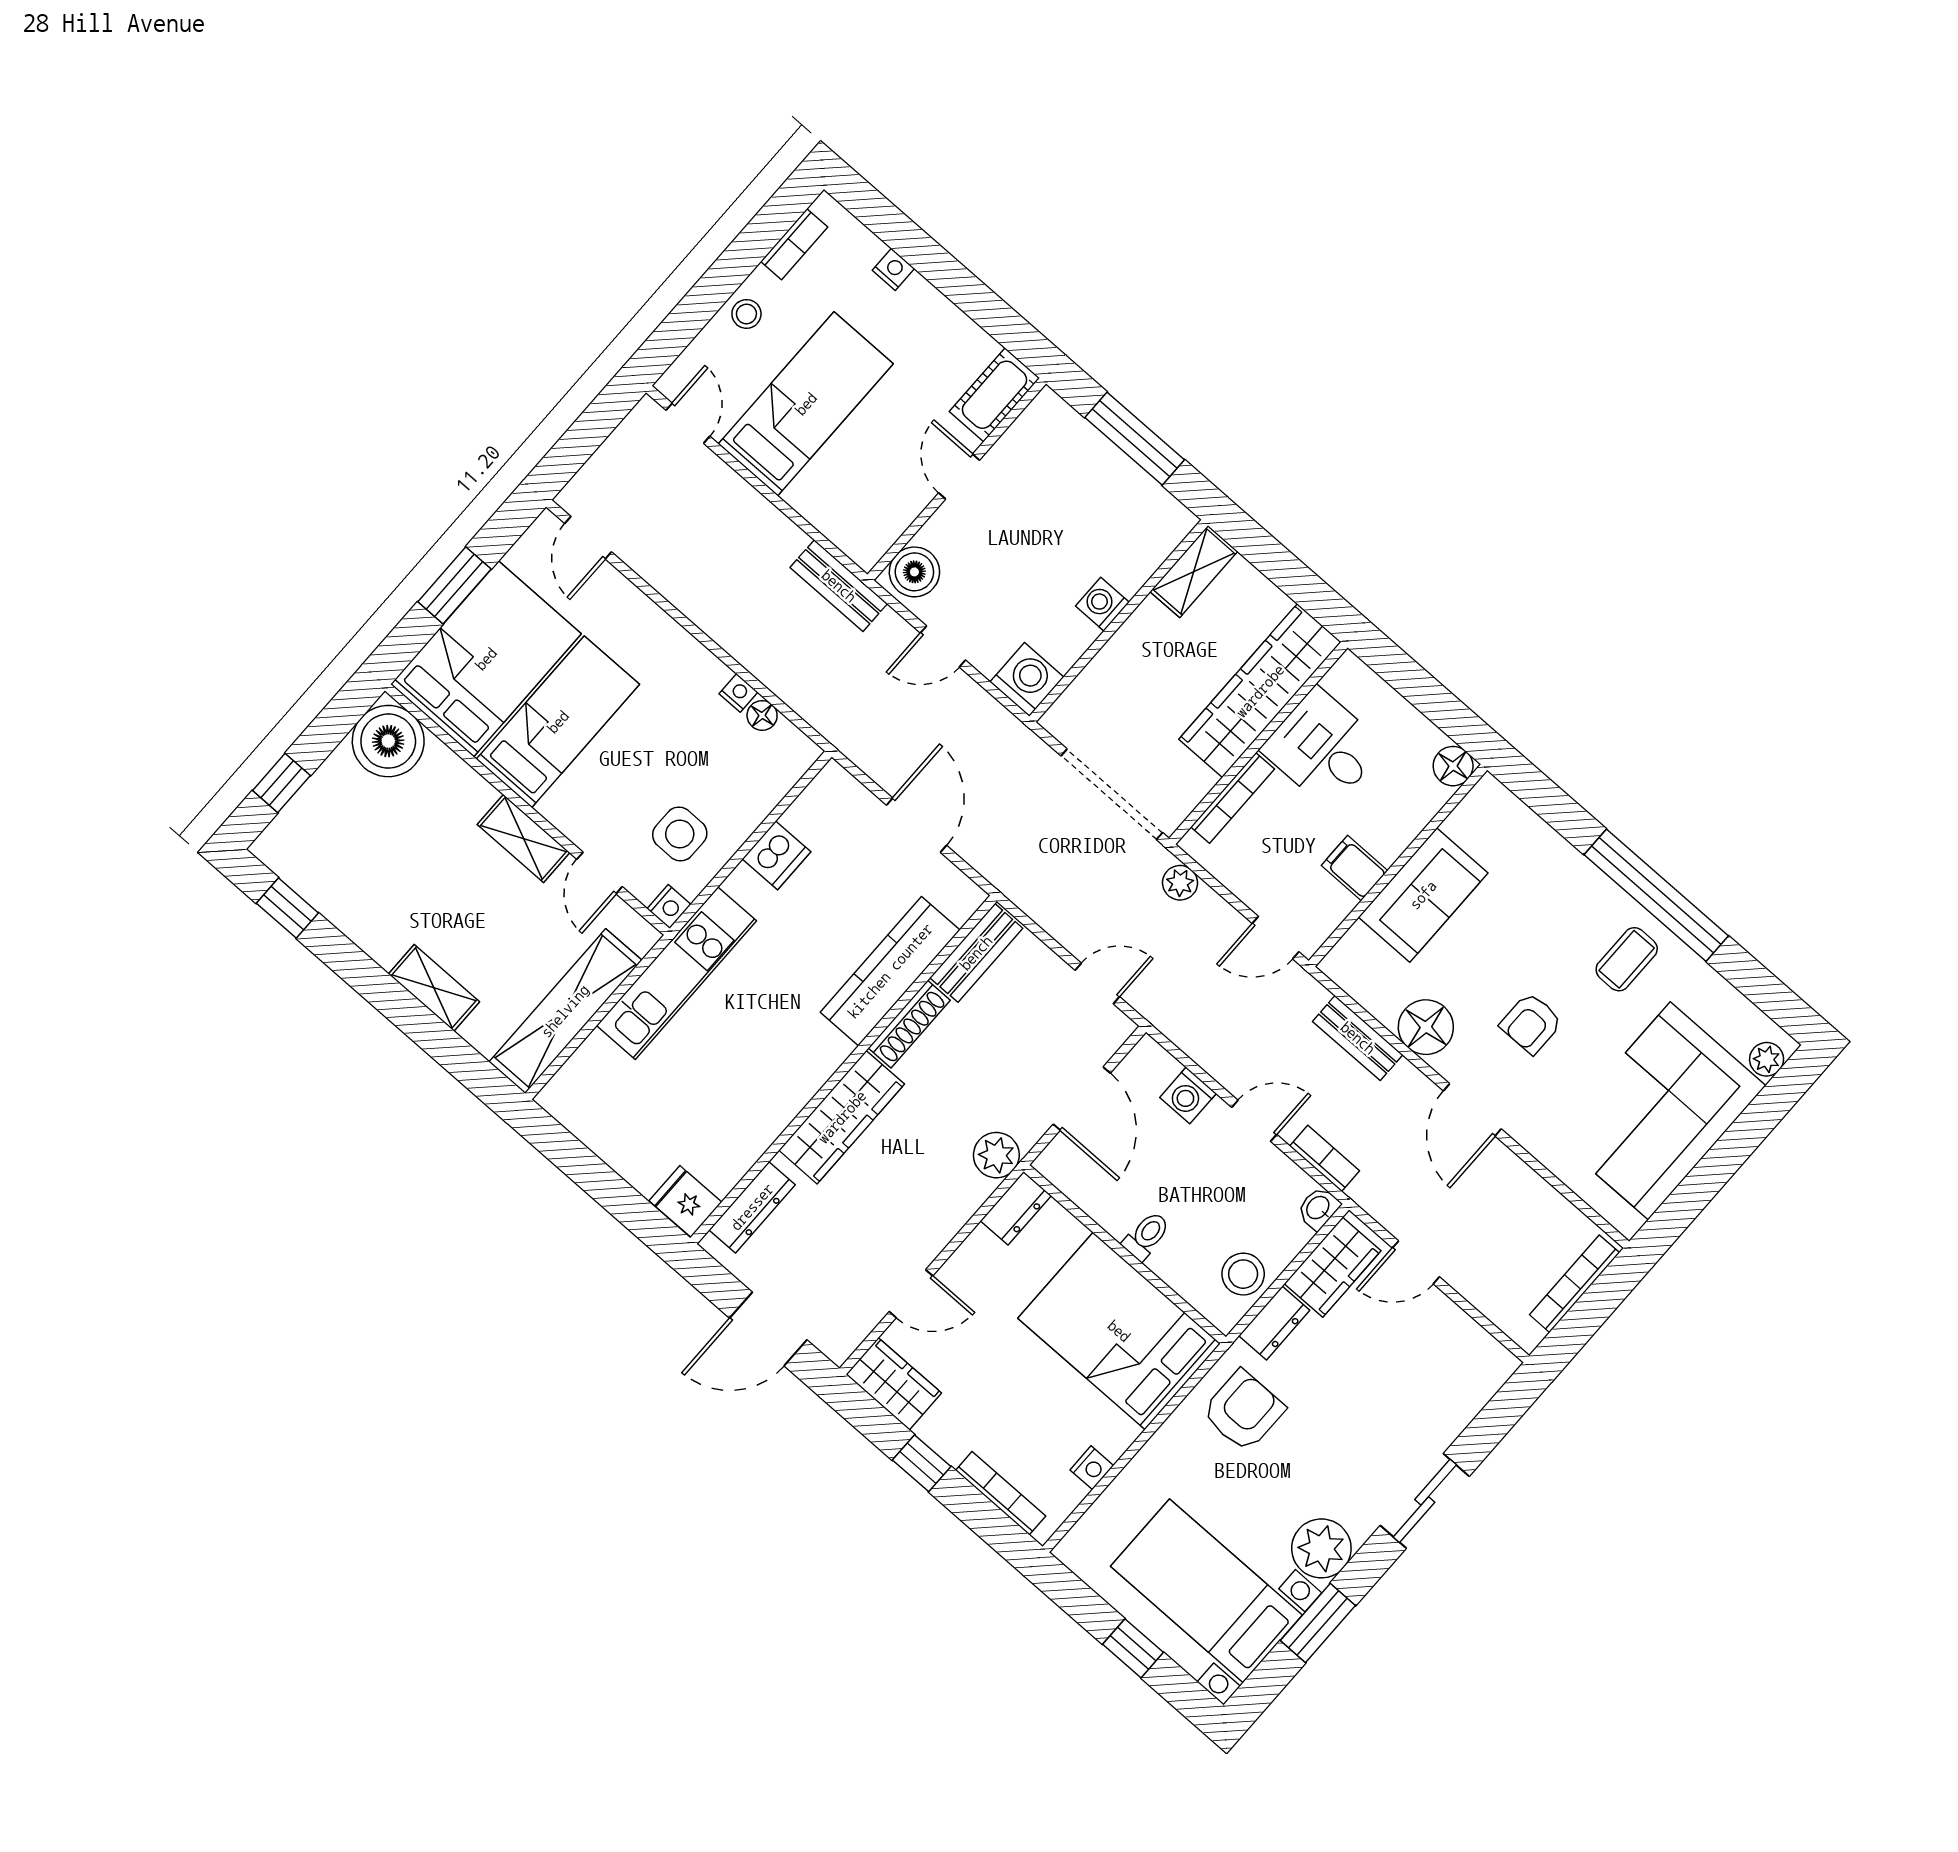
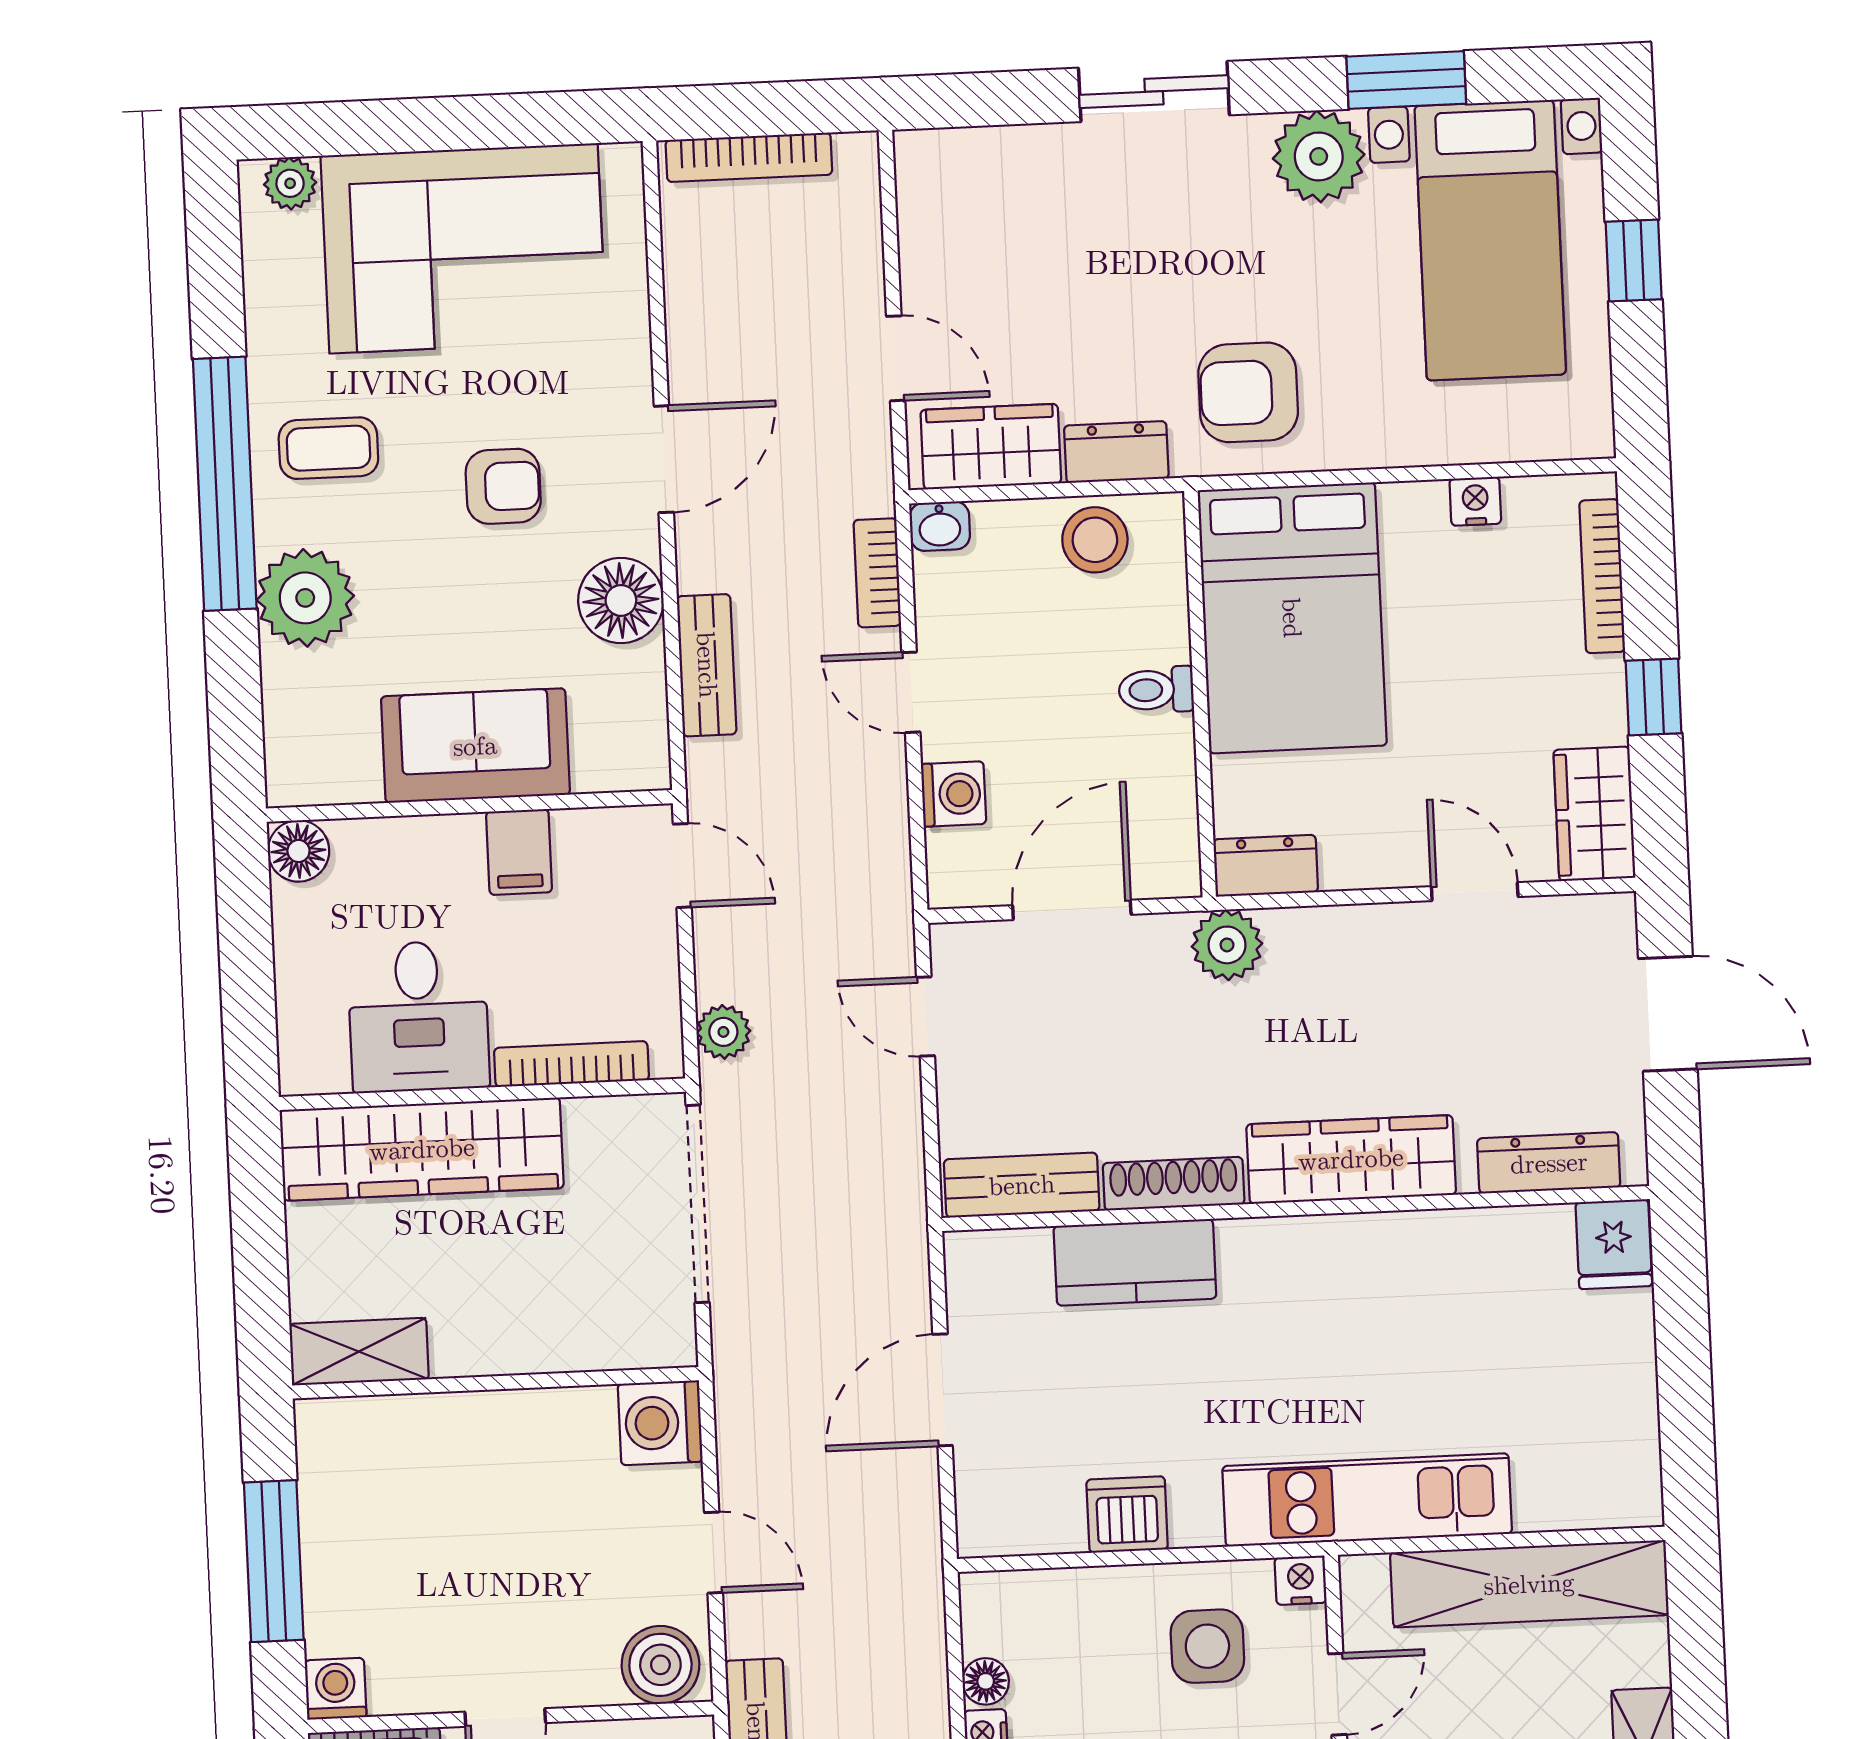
washing machine: (1102, 604) -> (336, 1689), moved, turned 180
plant: (1567, 882) -> (305, 598), added
kitchen counter: (890, 971) -> (1135, 1262), width x0.67

